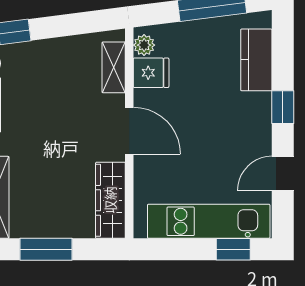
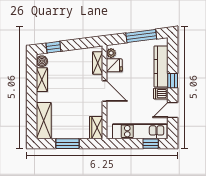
kitchen counter: (256, 60) -> (161, 67), width x1.50
dishwasher: (256, 136) -> (161, 94), added
wardrobe: (110, 200) -> (96, 128), width x0.67

